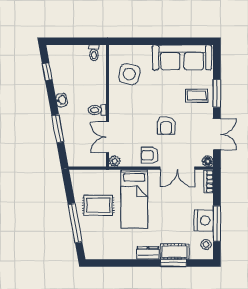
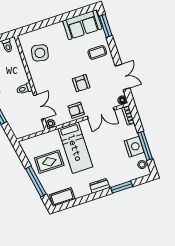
sofa: (182, 57) -> (82, 25), width x0.73
window: (217, 93) -> (106, 26), moved
double door: (108, 137) -> (39, 107), swing flipped
cot: (175, 252) -> (62, 197), moved

